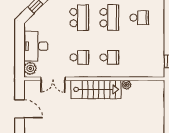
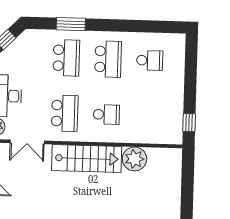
school desk: (79, 57) -> (65, 113), width x1.85
plant: (126, 85) -> (135, 159), width x1.87, depth x1.87

